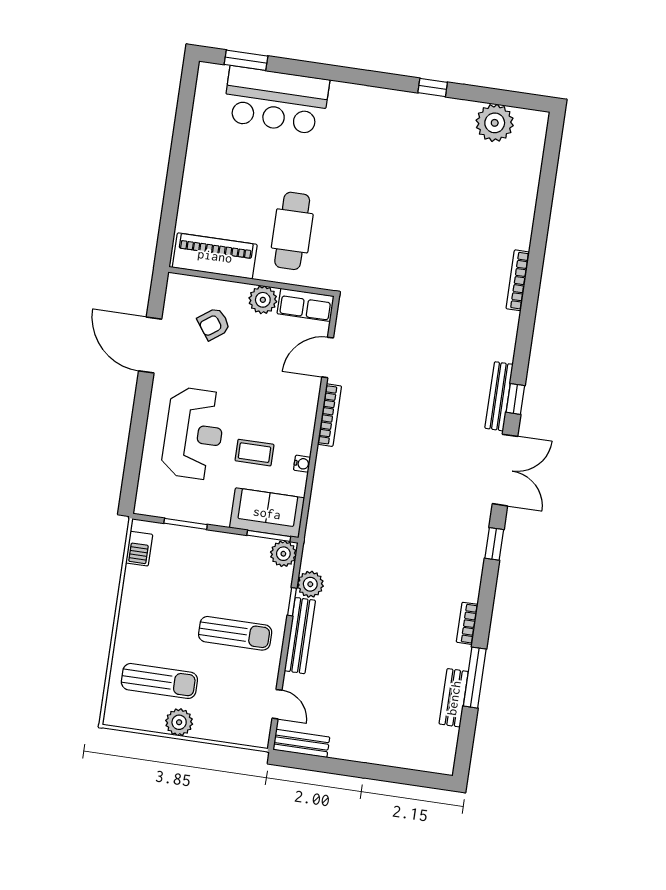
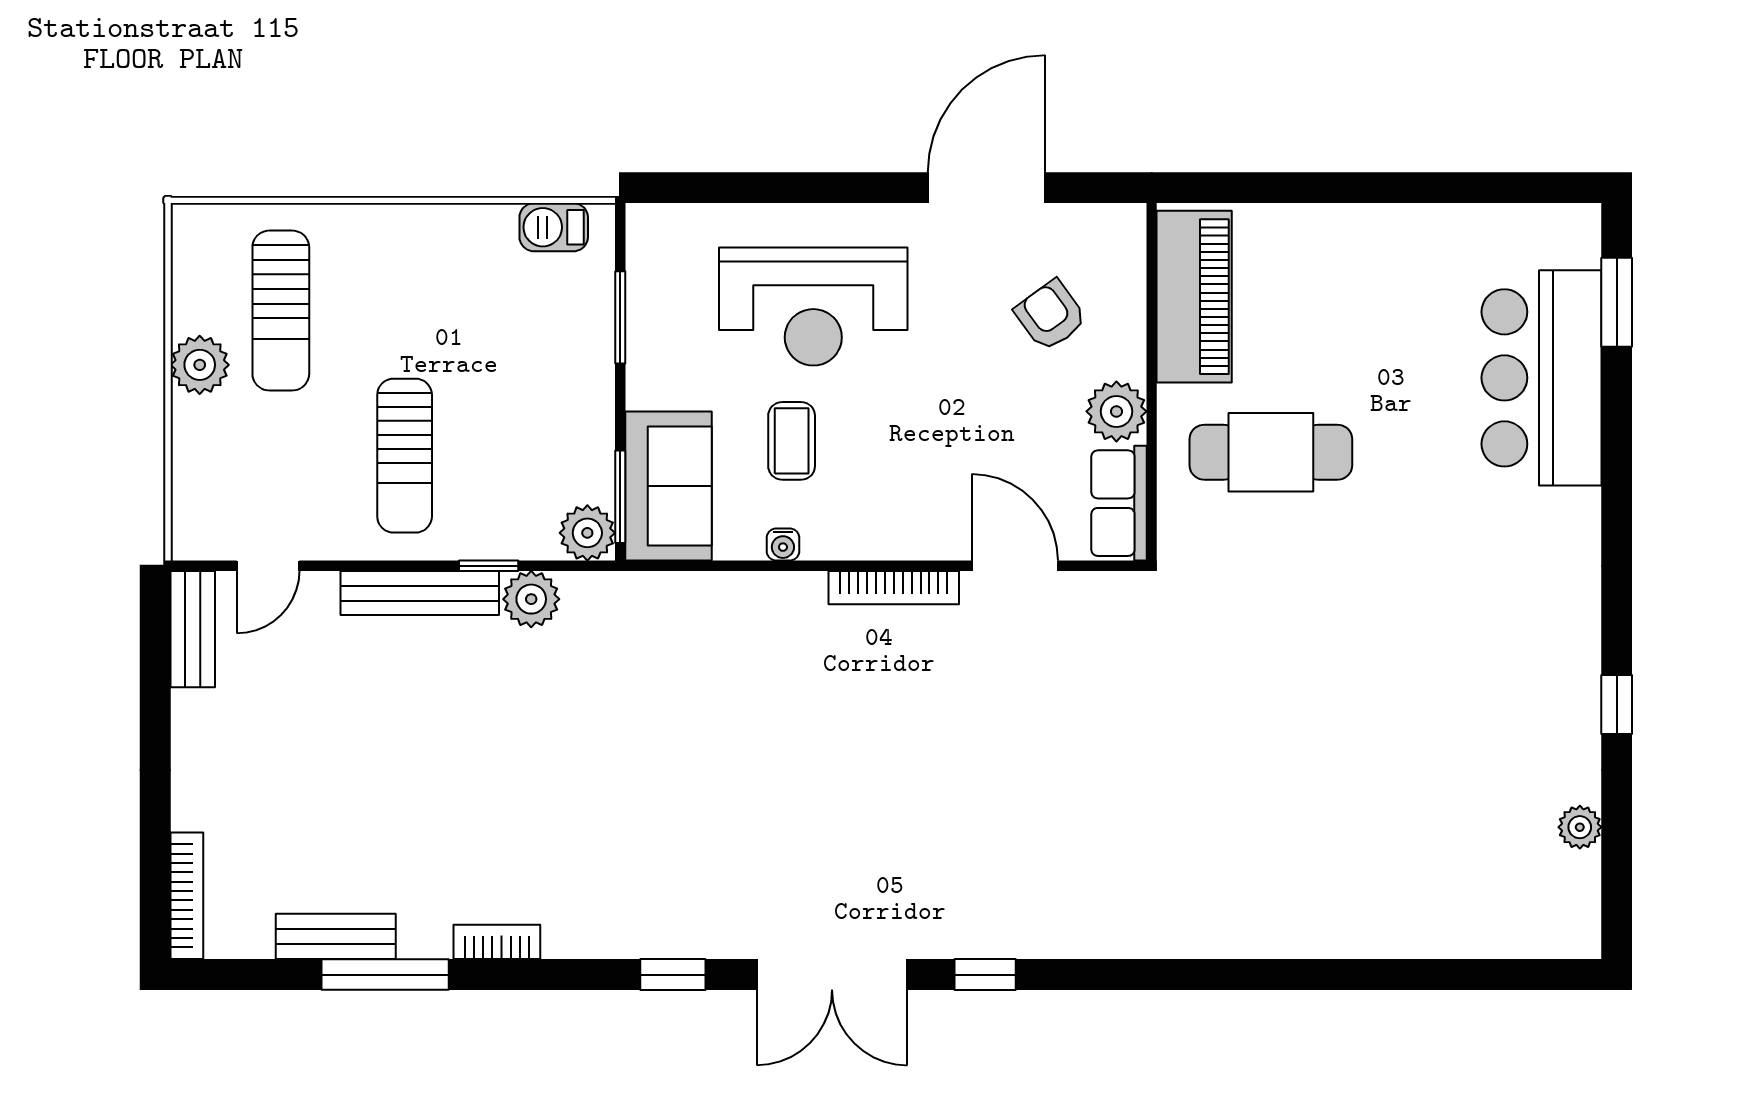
plant: (495, 123) -> (1580, 827), width x0.53, depth x0.53
bookcase: (518, 280) -> (187, 896), moved, turned 90
bench: (499, 396) -> (986, 939), removed

